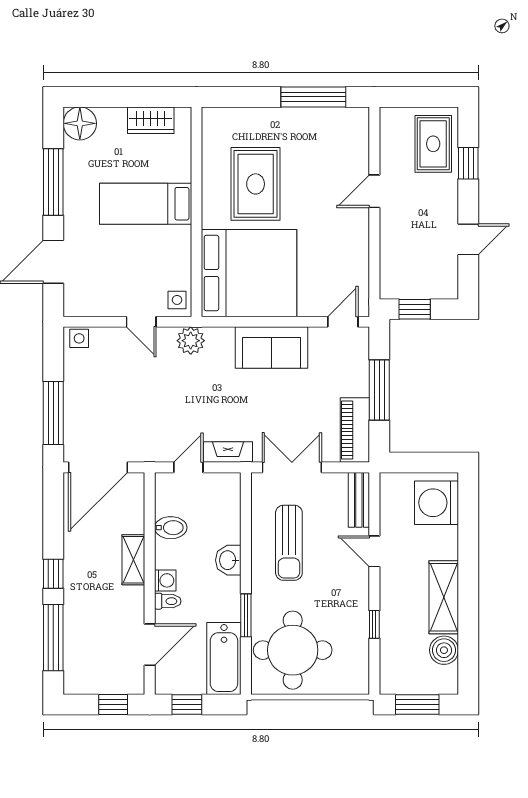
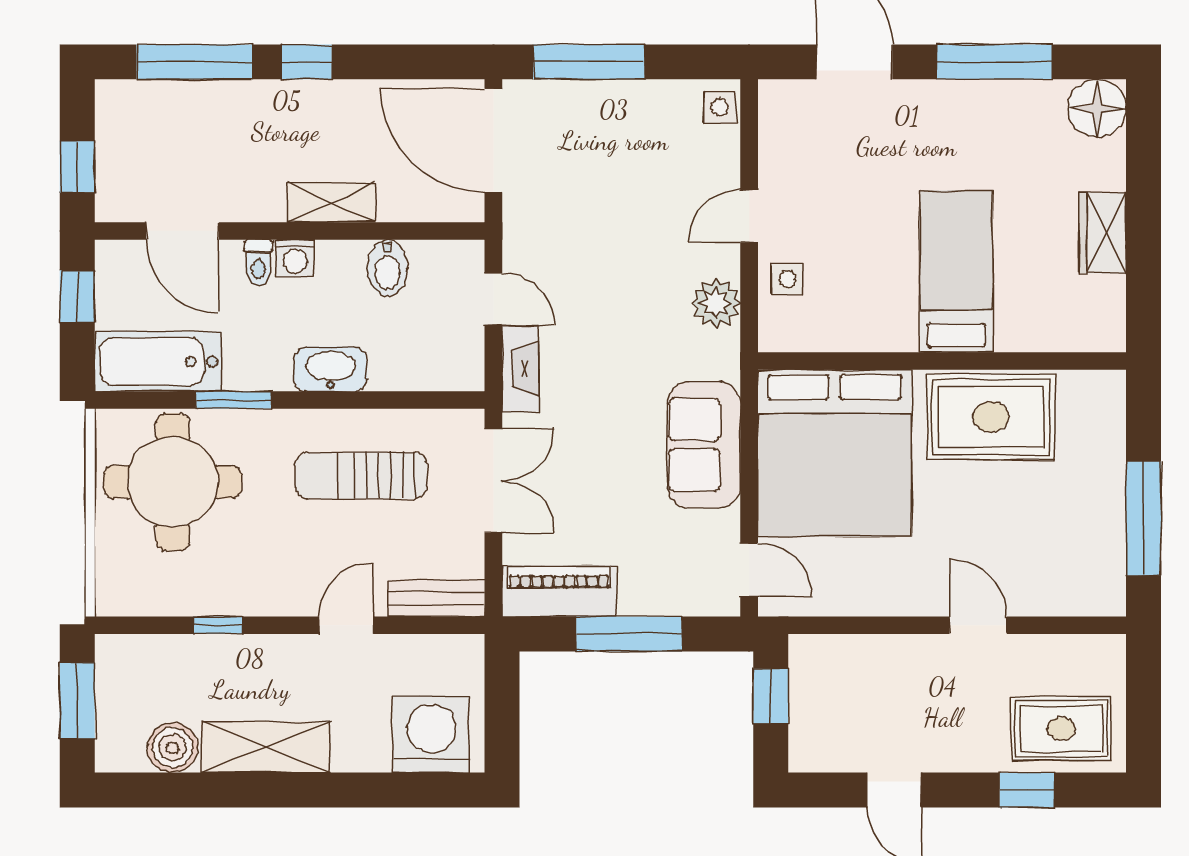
bed: (146, 204) -> (956, 271), moved
wall: (197, 212) -> (942, 361), moved
bed: (249, 273) -> (835, 453), moved
washbasin: (228, 560) -> (331, 369), width x1.38

